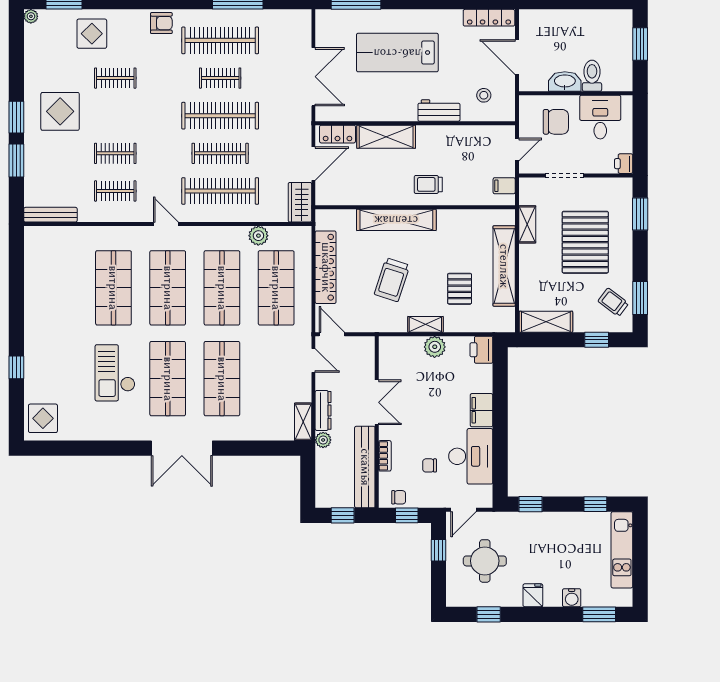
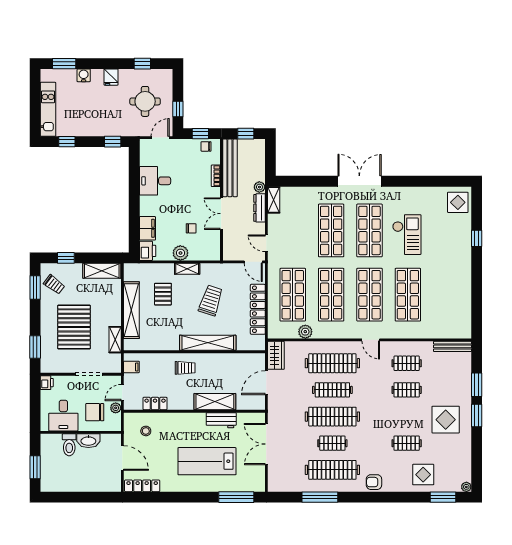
lab bench: (397, 53) -> (207, 461), turned 180
workbench: (439, 110) -> (221, 420), moved
plant: (526, 128) -> (116, 408), added
locker: (338, 134) -> (155, 404), moved
filing cabinet: (481, 410) -> (147, 228), moved
desk: (471, 456) -> (155, 181), width x0.73
chair: (430, 465) -> (191, 228), moved

